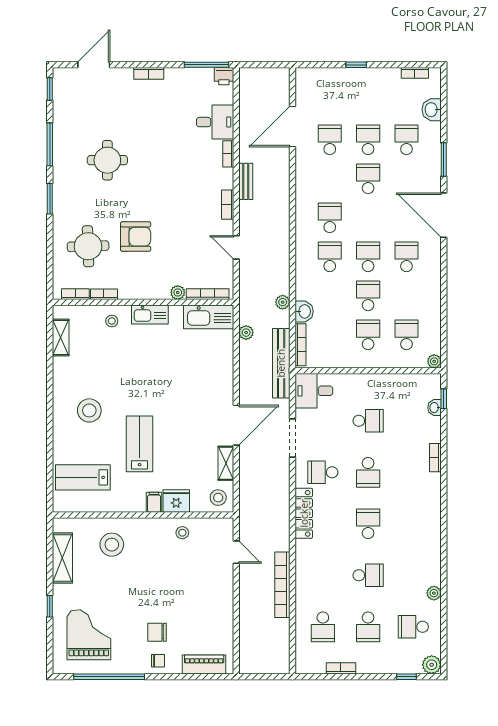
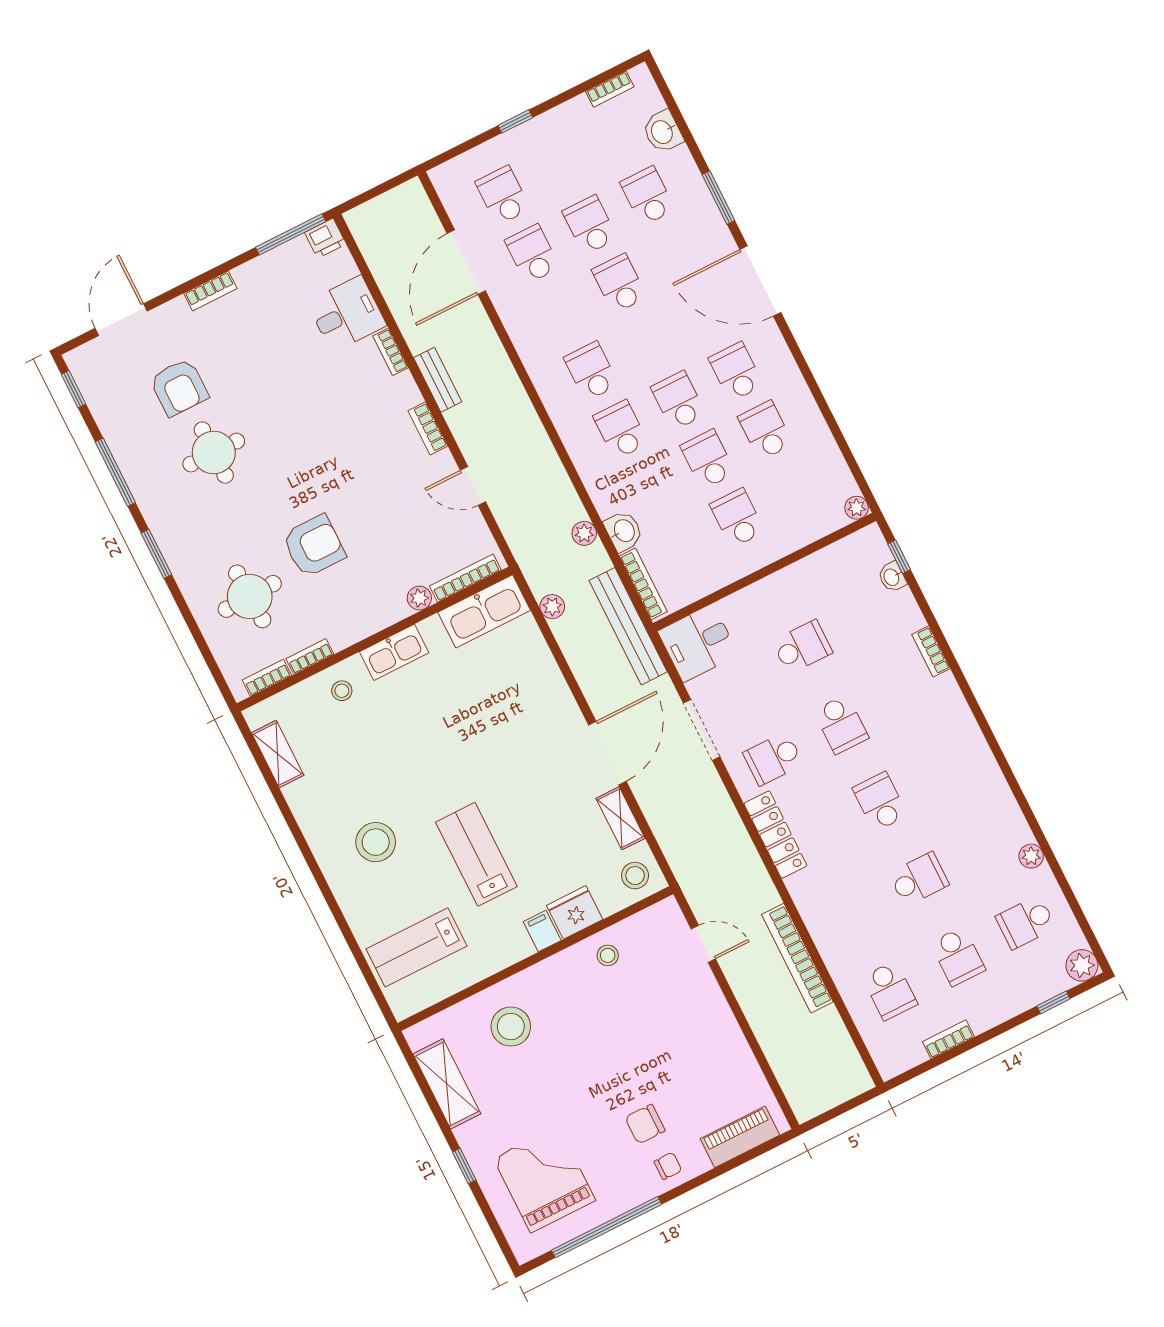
school desk: (330, 101) -> (503, 195), added
armchair: (106, 116) -> (179, 387), added
school desk: (406, 335) -> (765, 430), moved

